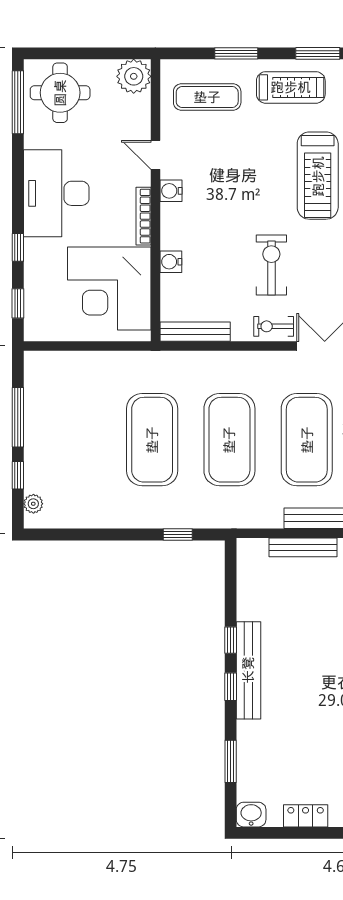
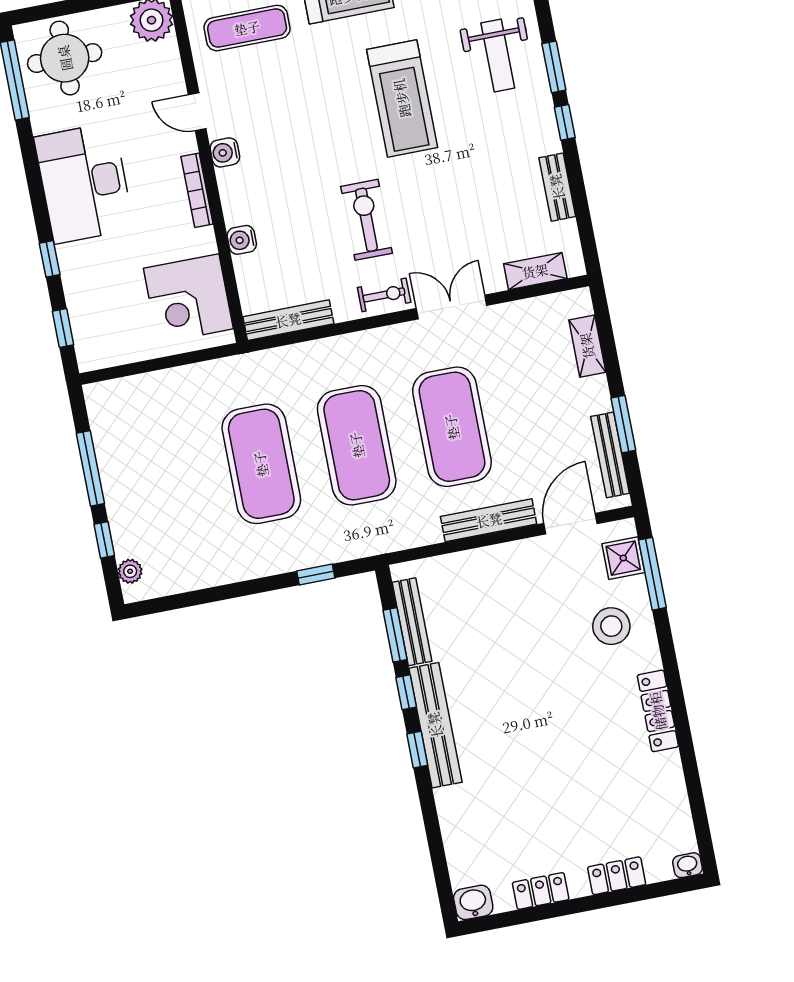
corner desk: (109, 288) -> (188, 299), width x0.74, depth x0.74
exercise bike: (274, 326) -> (384, 295), turned 180
bench: (303, 547) -> (412, 622), moved, turned 90
window: (231, 761) -> (395, 635), moved

